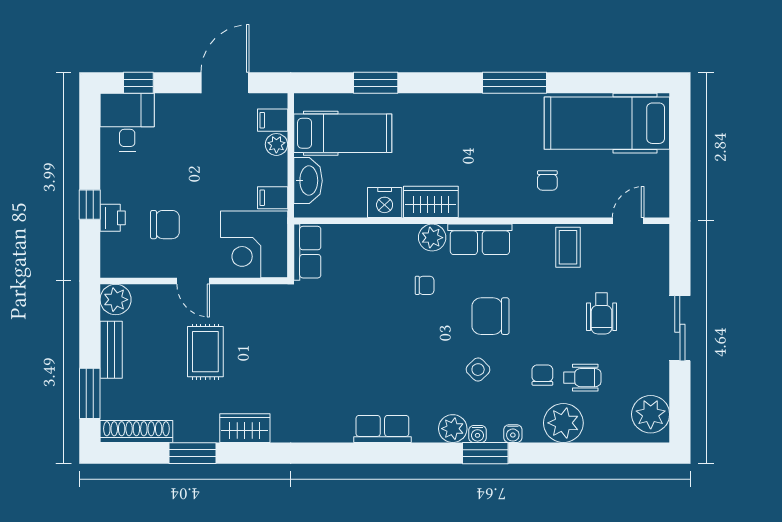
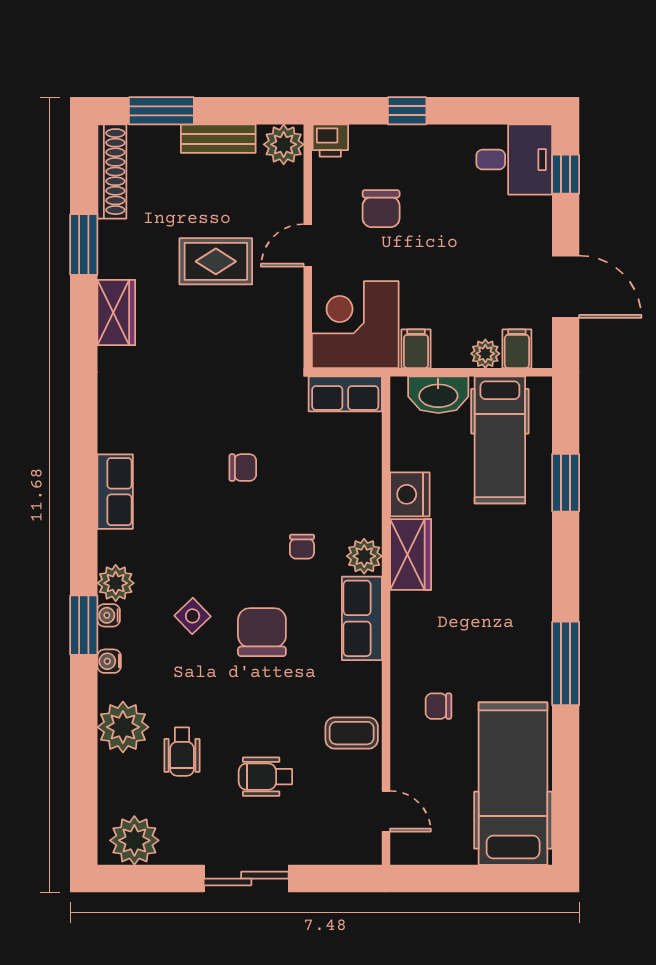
printer: (113, 218) -> (330, 141), moved
chair: (542, 375) -> (243, 468), moved

